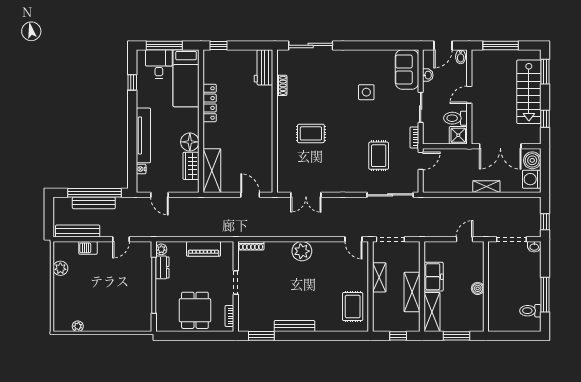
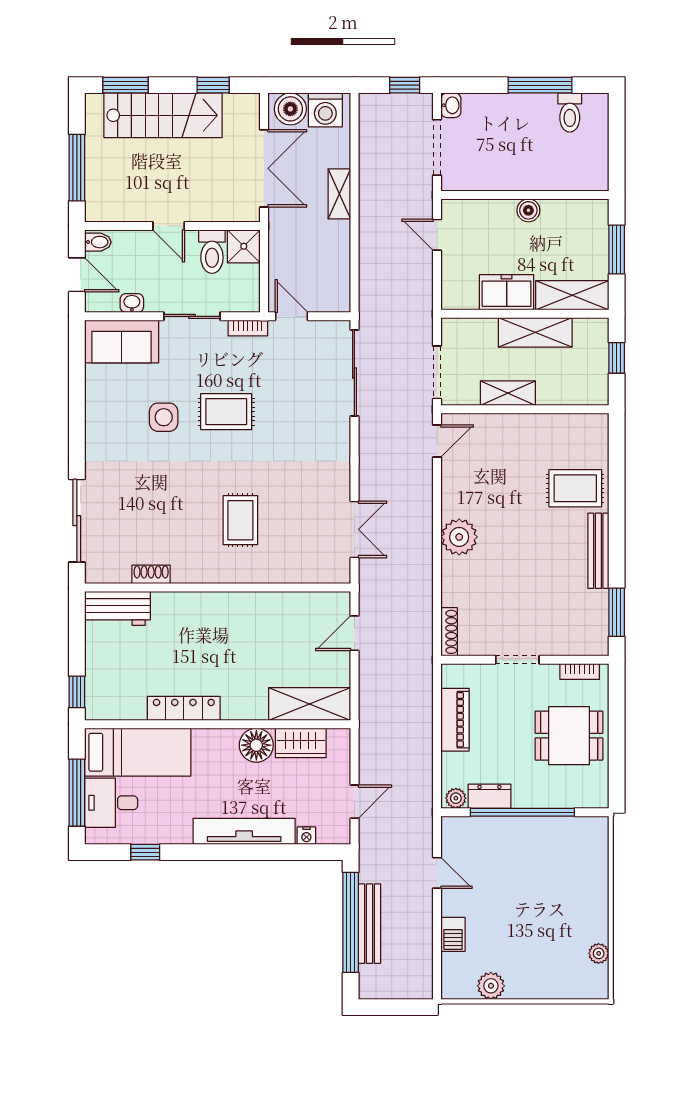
rug: (379, 156) -> (226, 412), moved
bench: (78, 231) -> (422, 954), removed
rug: (353, 307) -> (575, 488), moved

